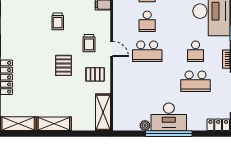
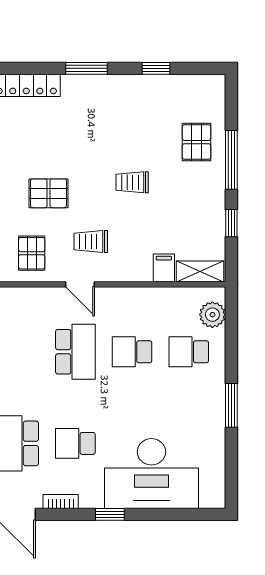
door: (112, 49) -> (80, 284), hinge flipped
school desk: (147, 51) -> (75, 352), turned 180

